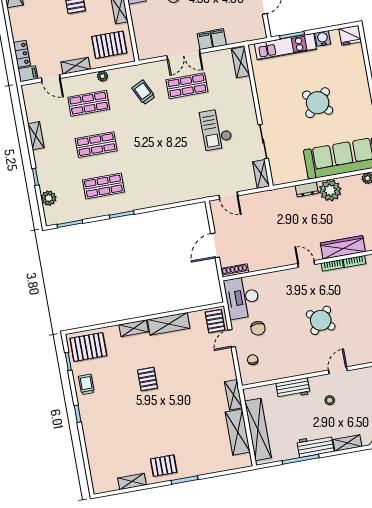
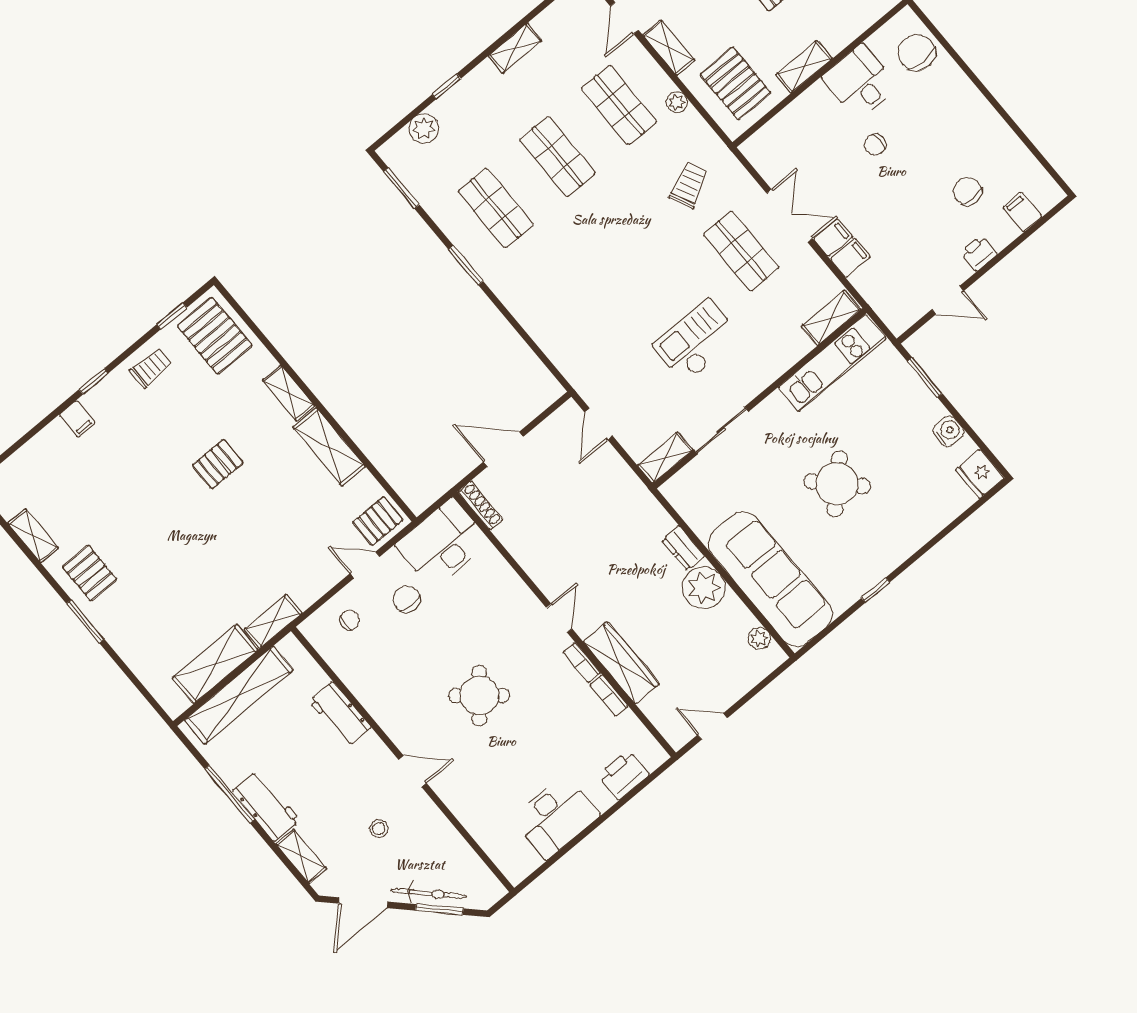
kitchen unit: (285, 47) -> (832, 363), moved, turned -90
double door: (183, 55) -> (790, 216), swing flipped
chair: (258, 328) -> (407, 599), turned 90
stool: (330, 400) -> (379, 829), moved
filing cabinet: (90, 431) -> (77, 419), added

